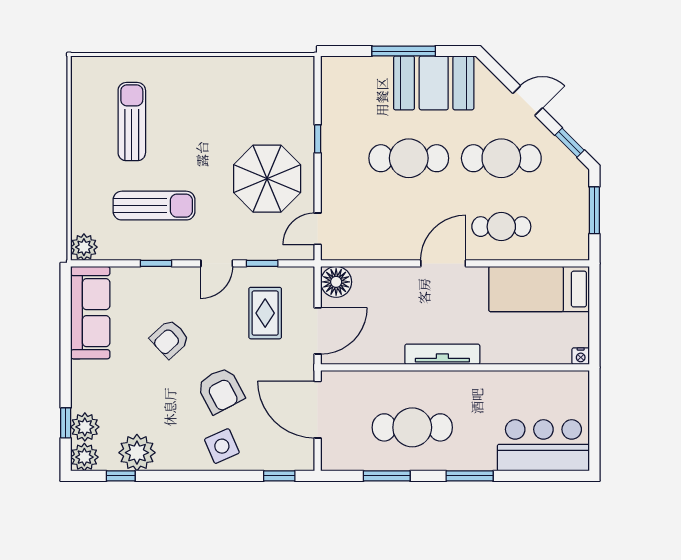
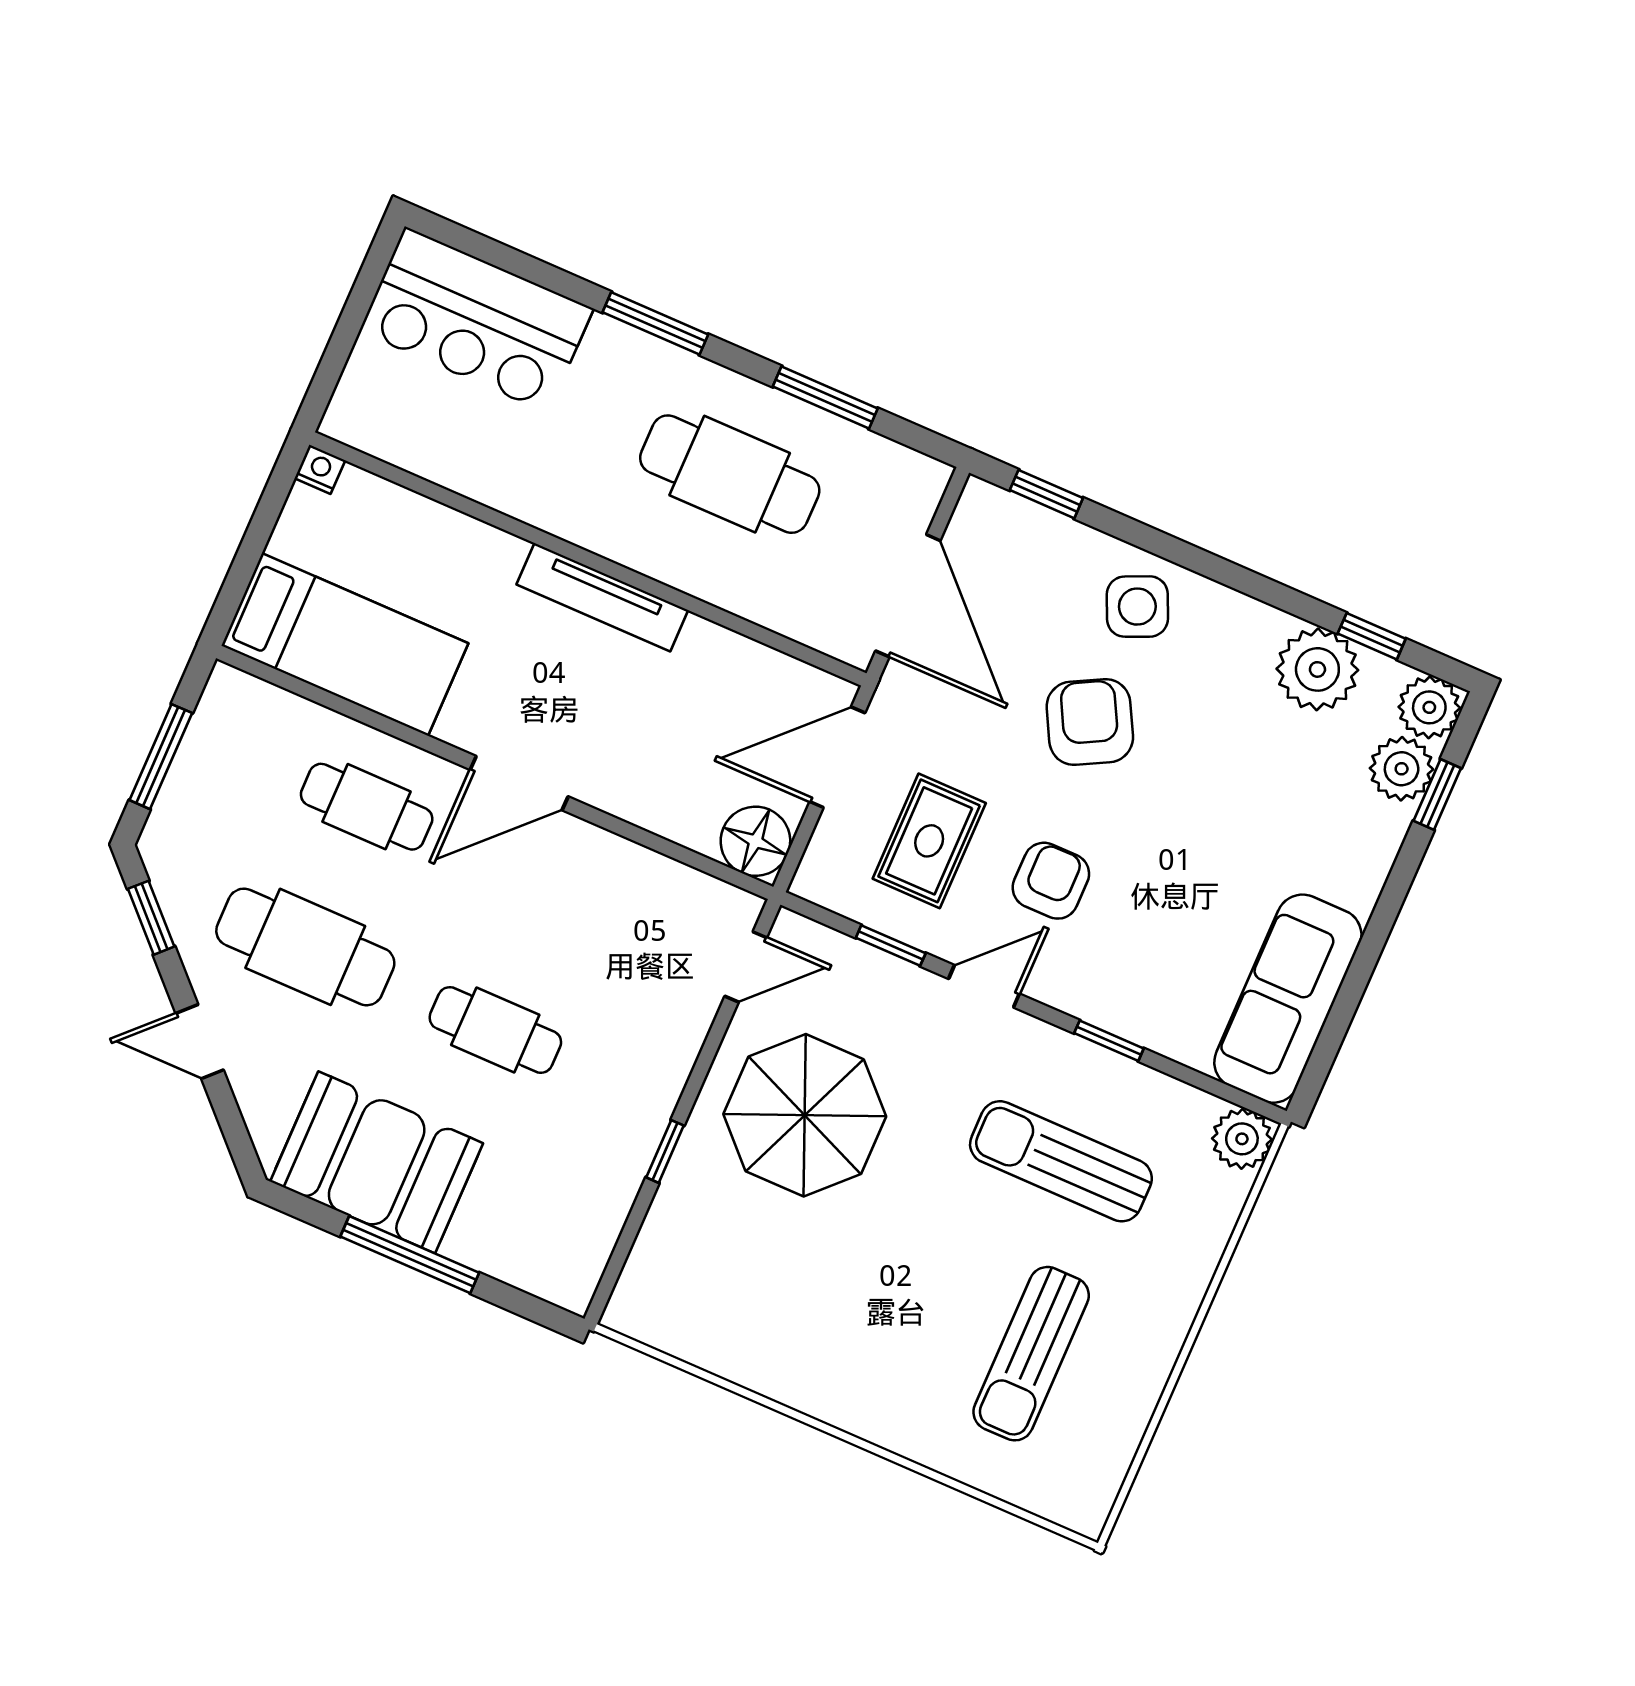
cafe table: (409, 158) -> (495, 1030), width x0.73, depth x0.74
armchair: (170, 339) -> (1051, 881), moved, turned -47

